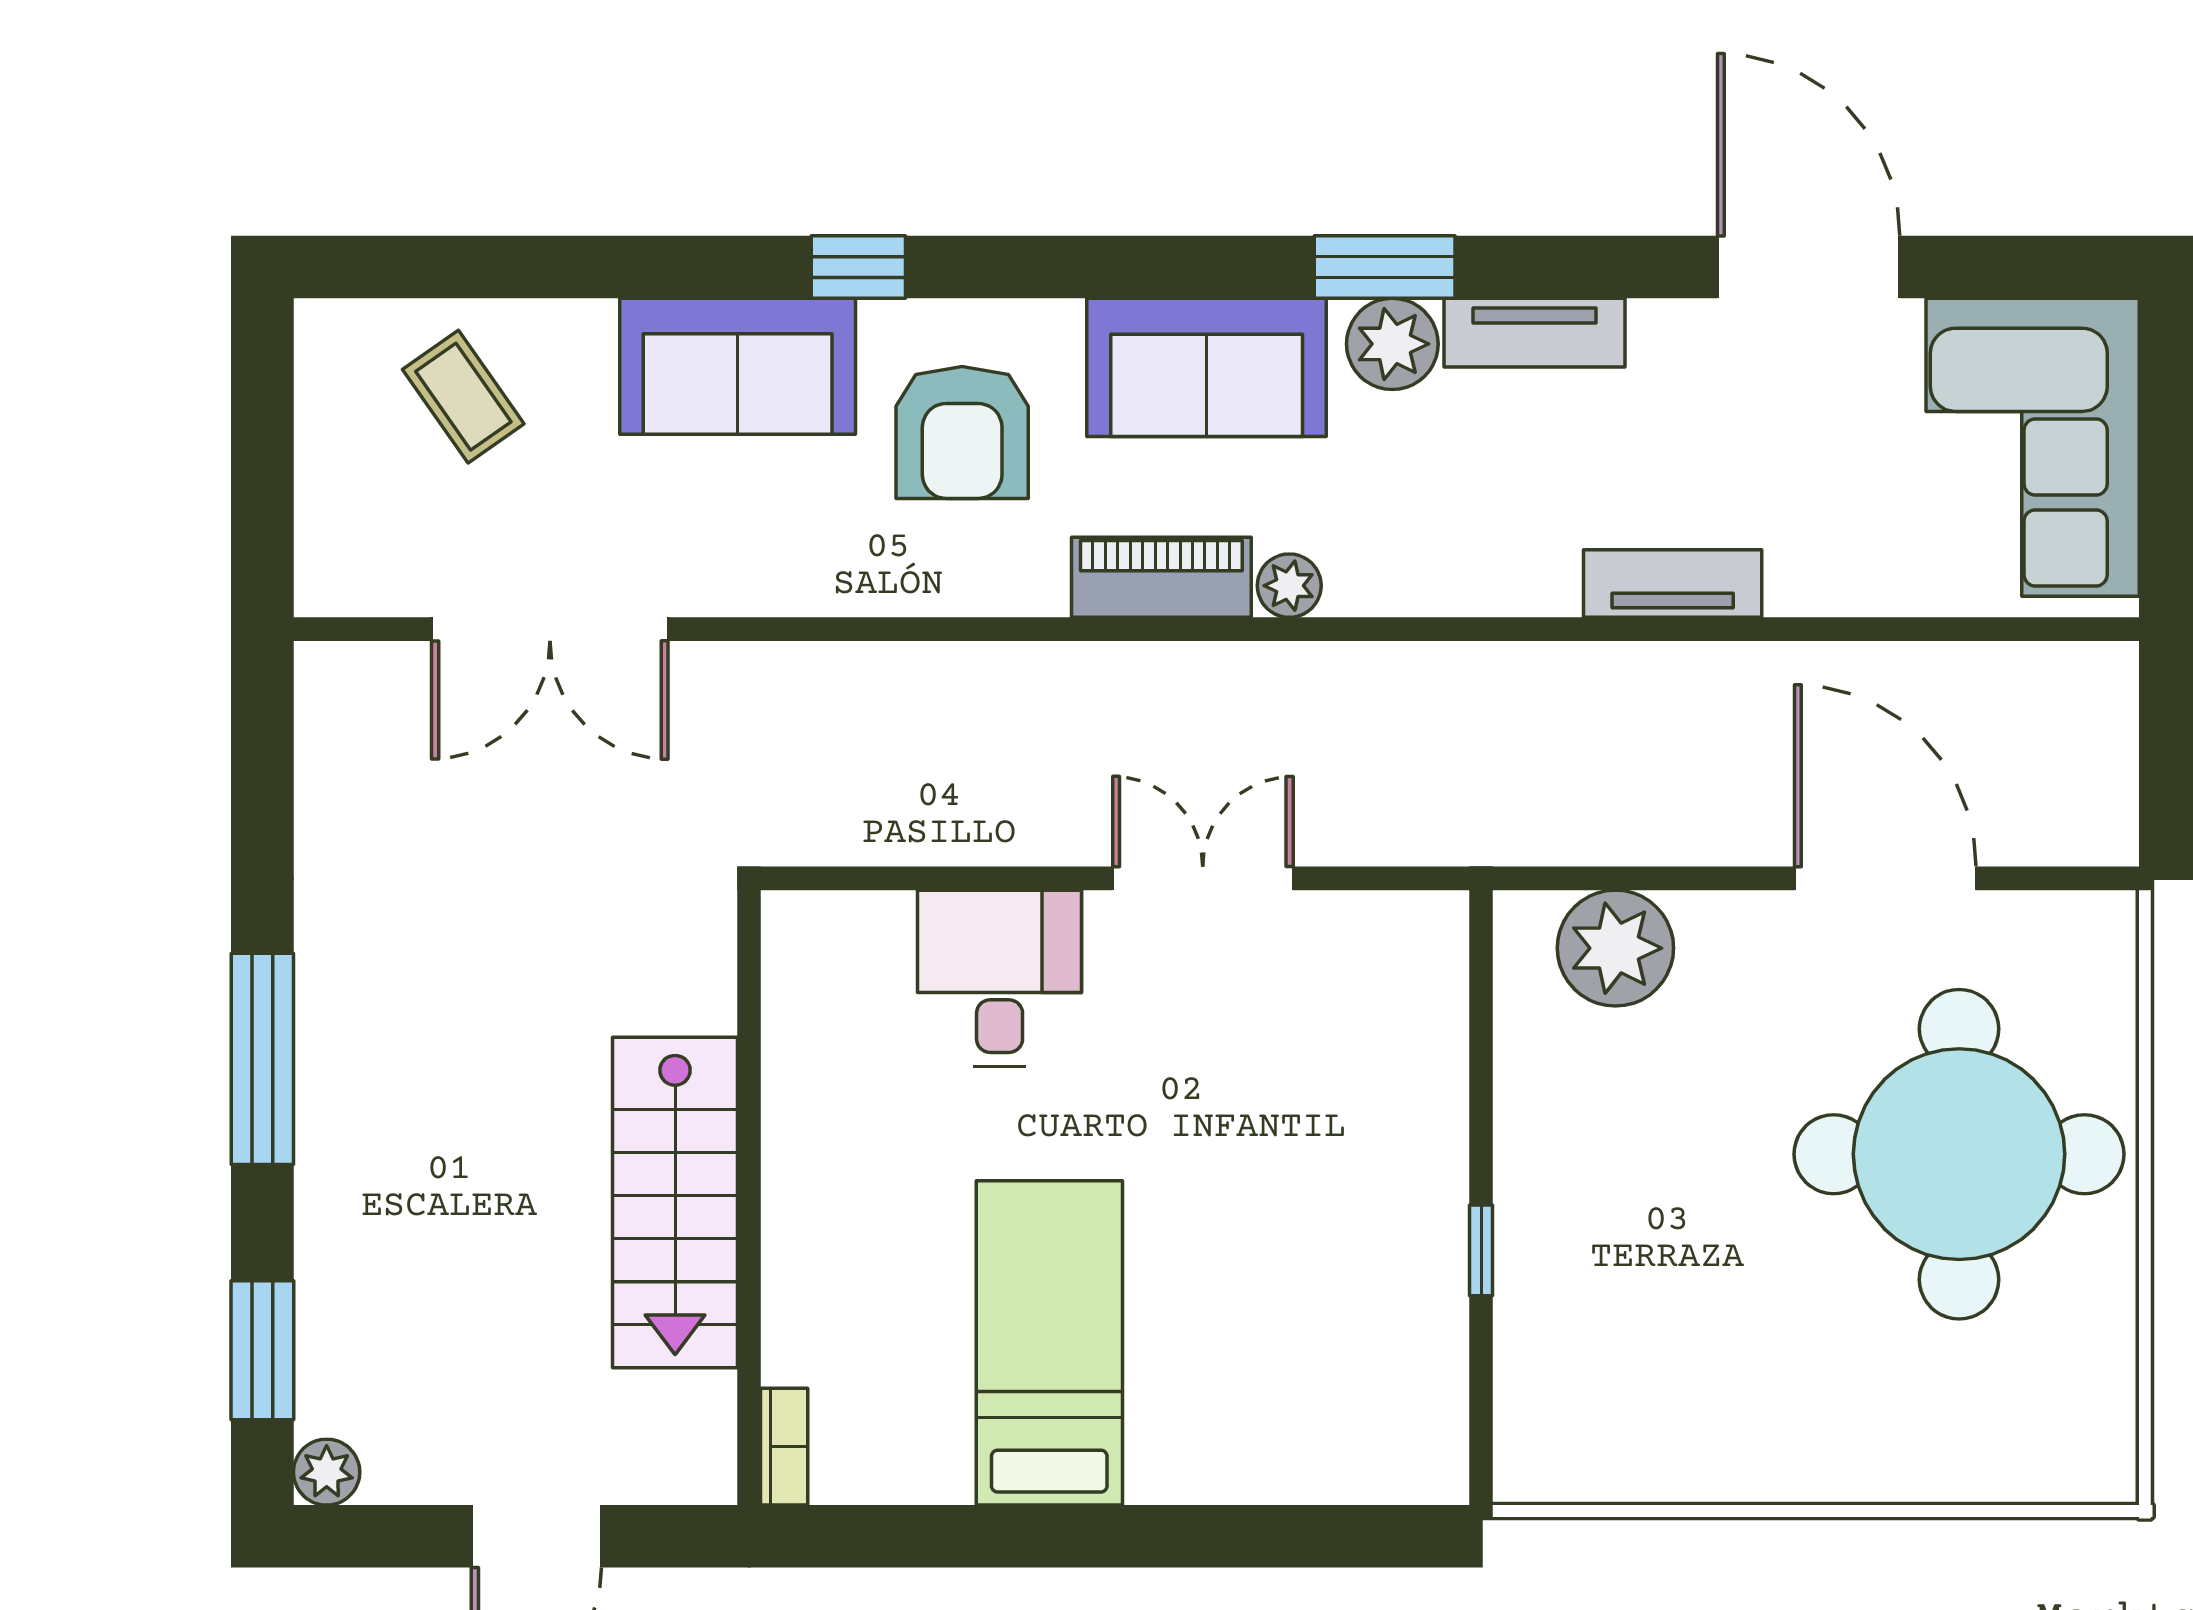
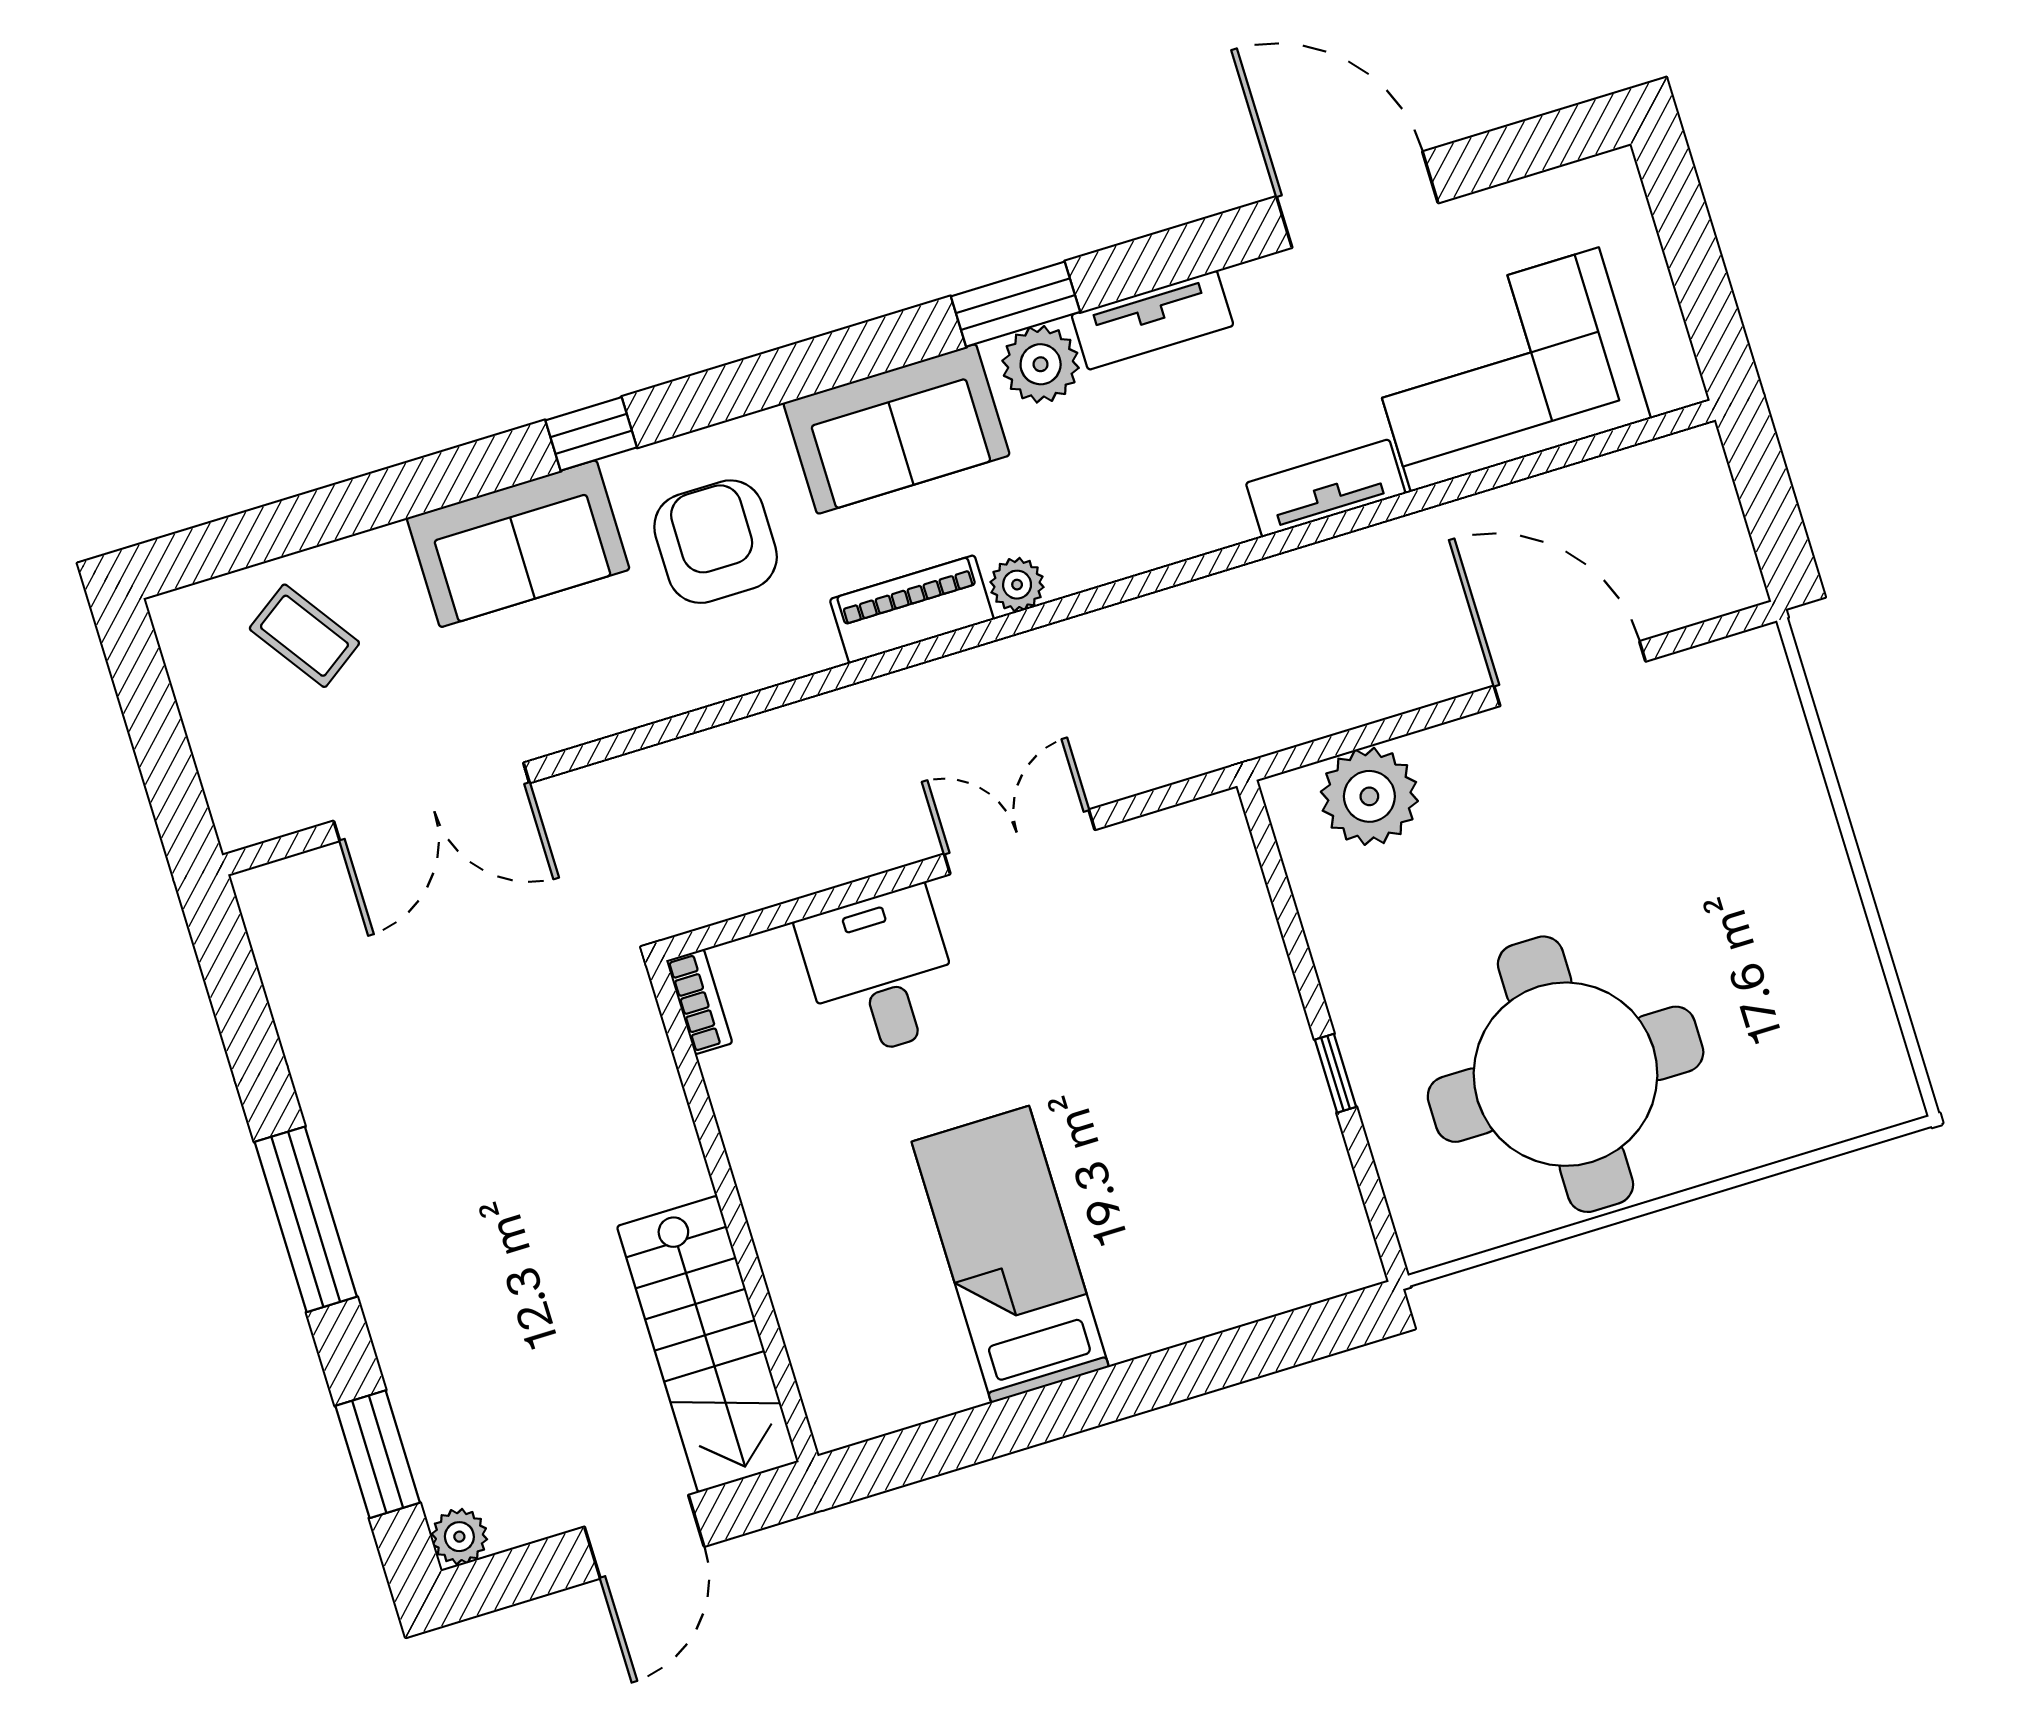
armchair: (962, 432) -> (716, 542), turned 180
corner sofa: (2033, 447) -> (1505, 370), moved, turned 90
round table: (1959, 1154) -> (1566, 1074), moved
stairs: (675, 1203) -> (708, 1344), moved
bookcase: (784, 1447) -> (699, 1002), moved

